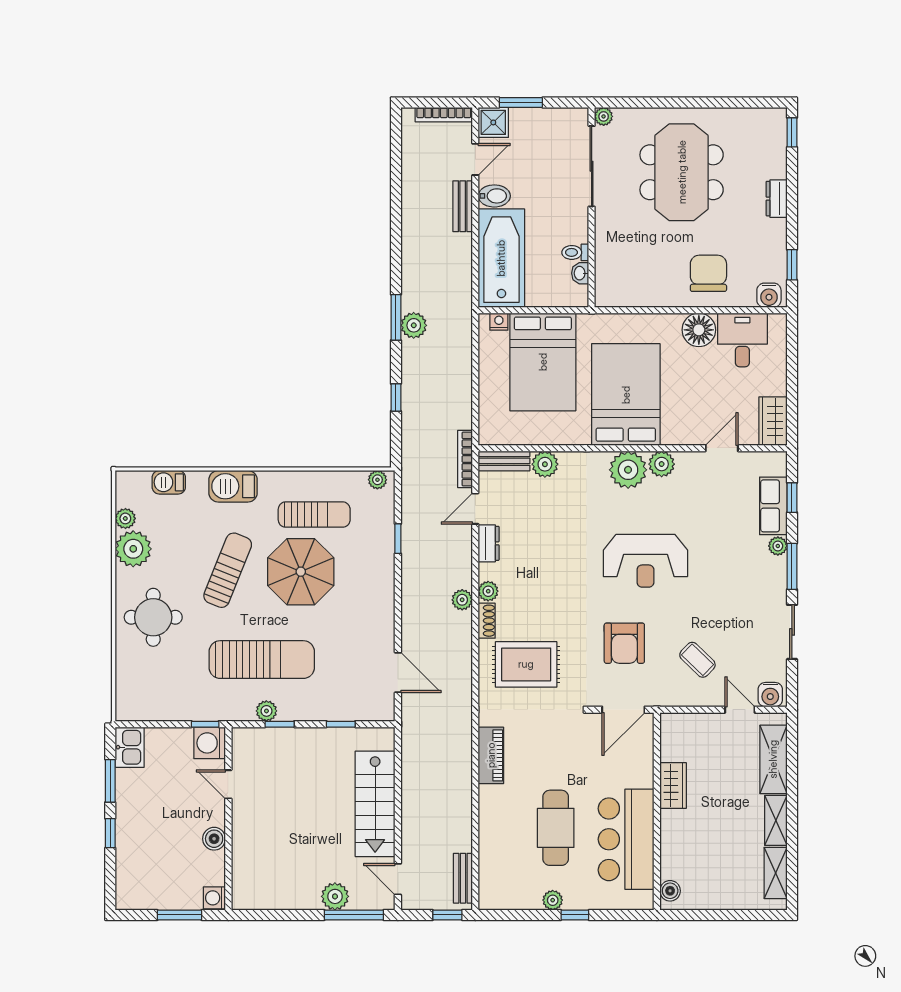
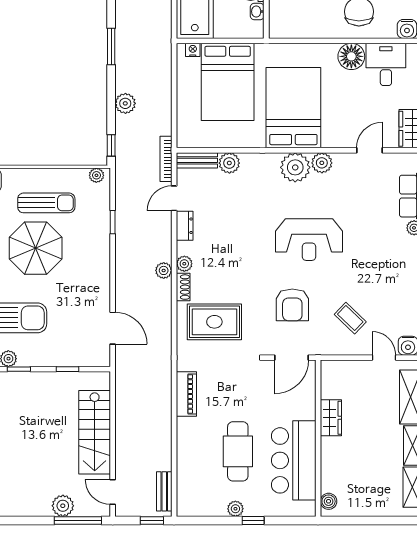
plant: (414, 325) -> (125, 103), moved
window: (396, 397) -> (111, 145), moved

